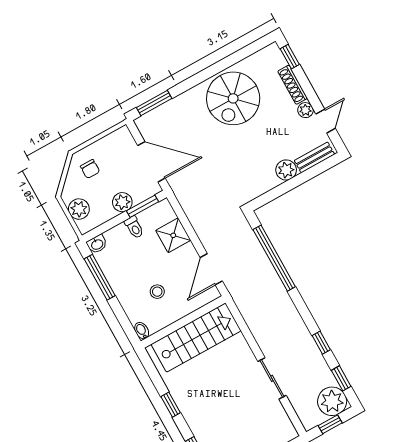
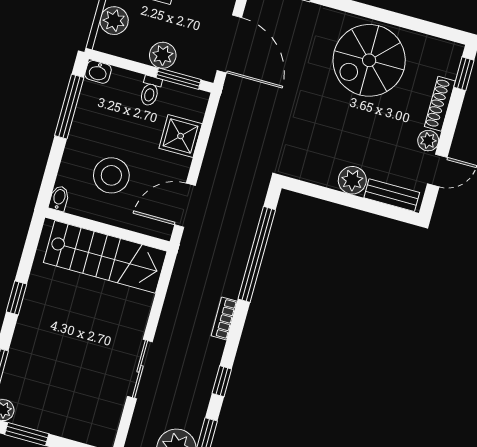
stool: (157, 292) -> (111, 175), width x1.89, depth x1.89
bookcase: (290, 308) -> (224, 318), added

